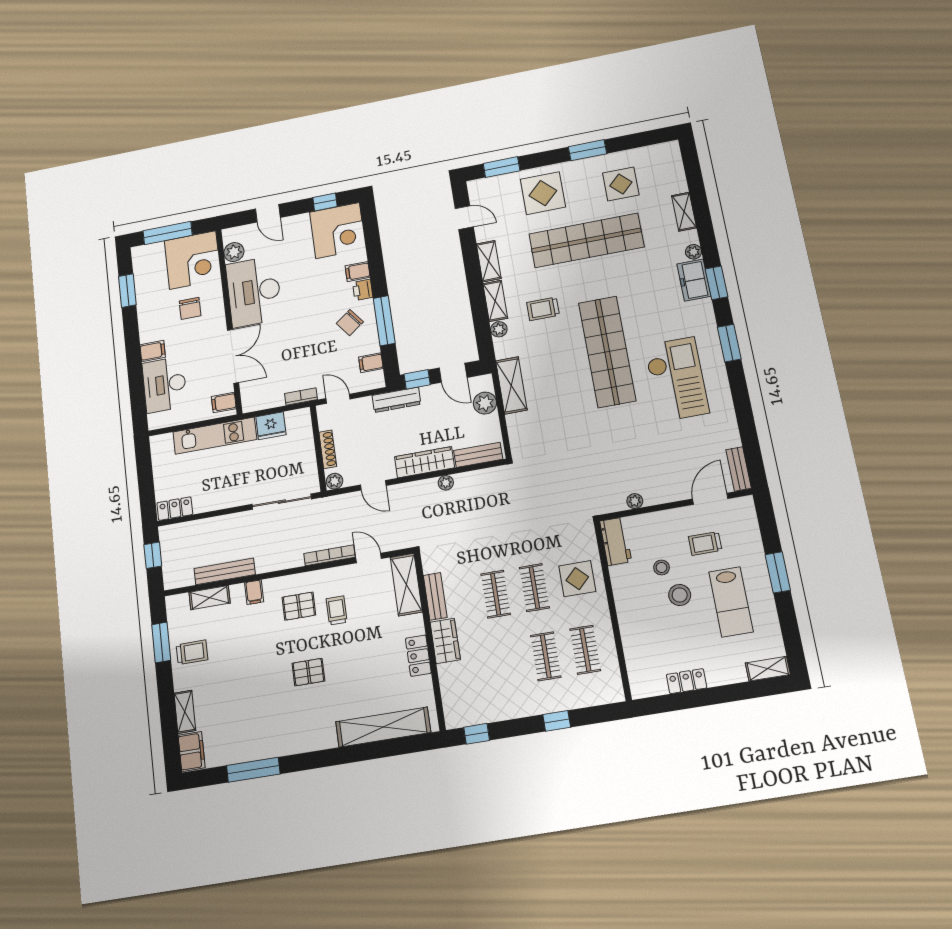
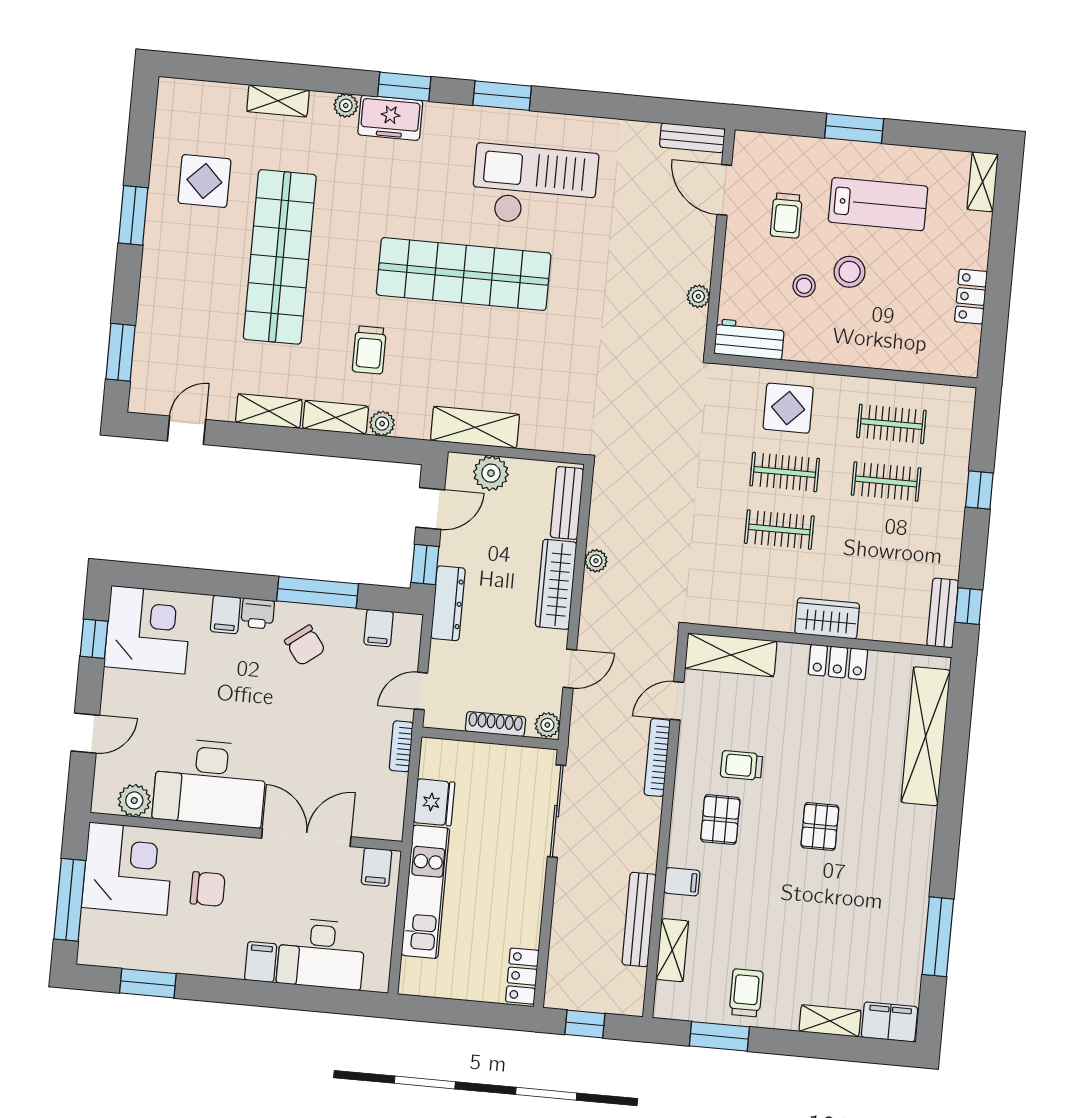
display table: (543, 193) -> (183, 301), removed
bench: (435, 596) -> (943, 613), moved, turned 90

